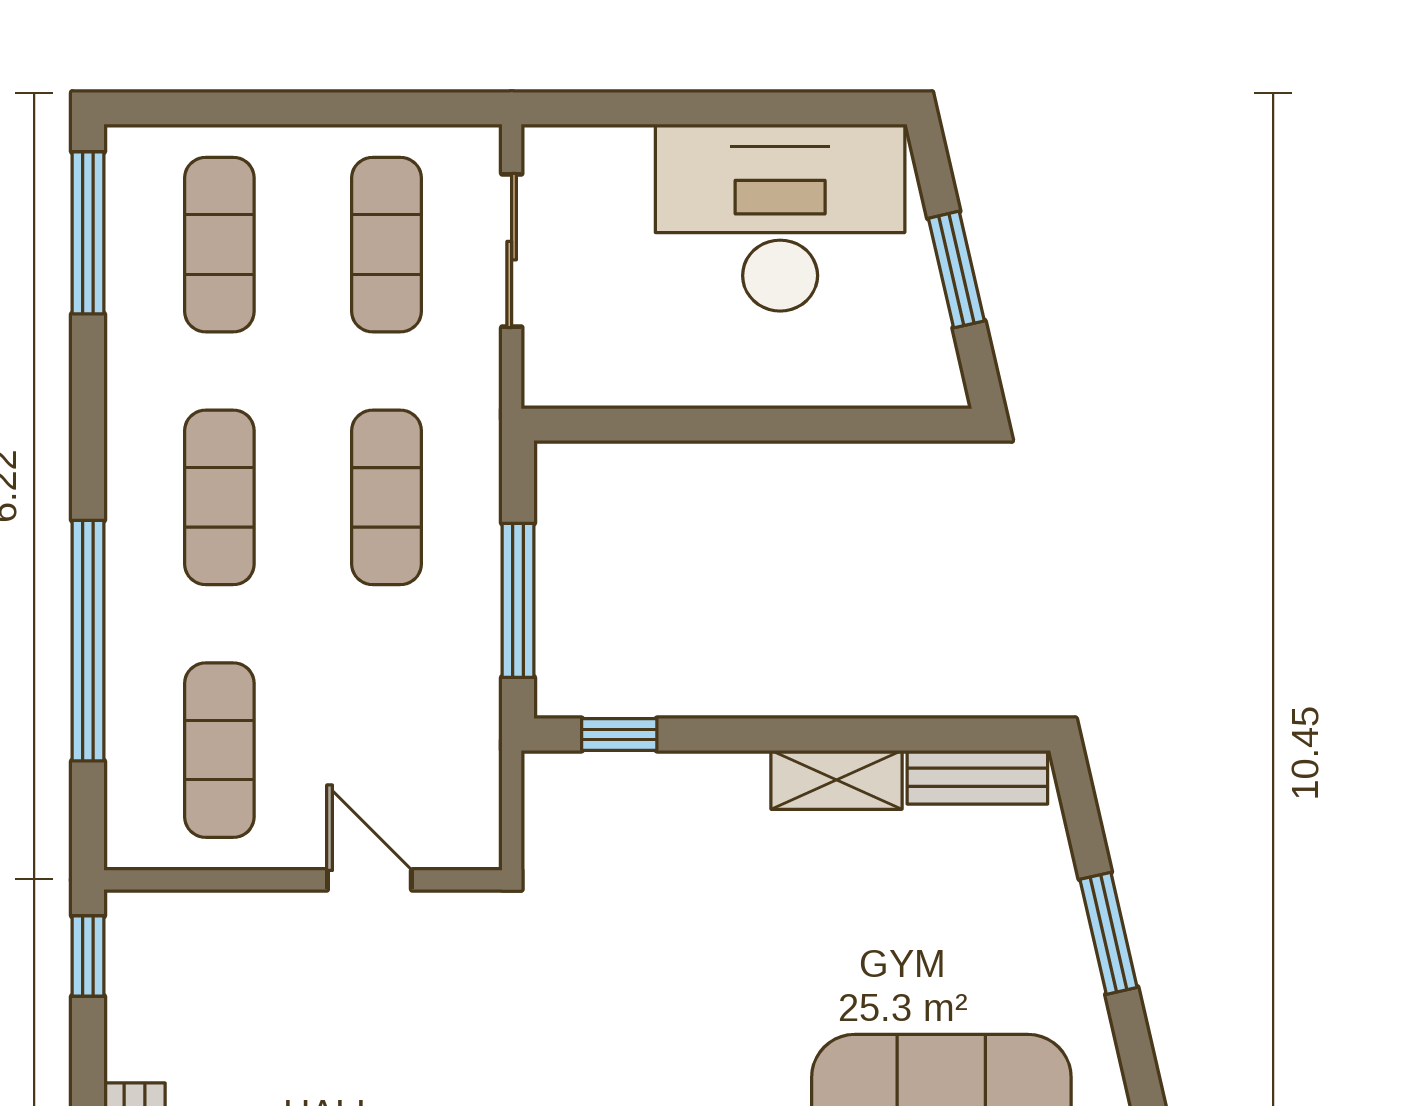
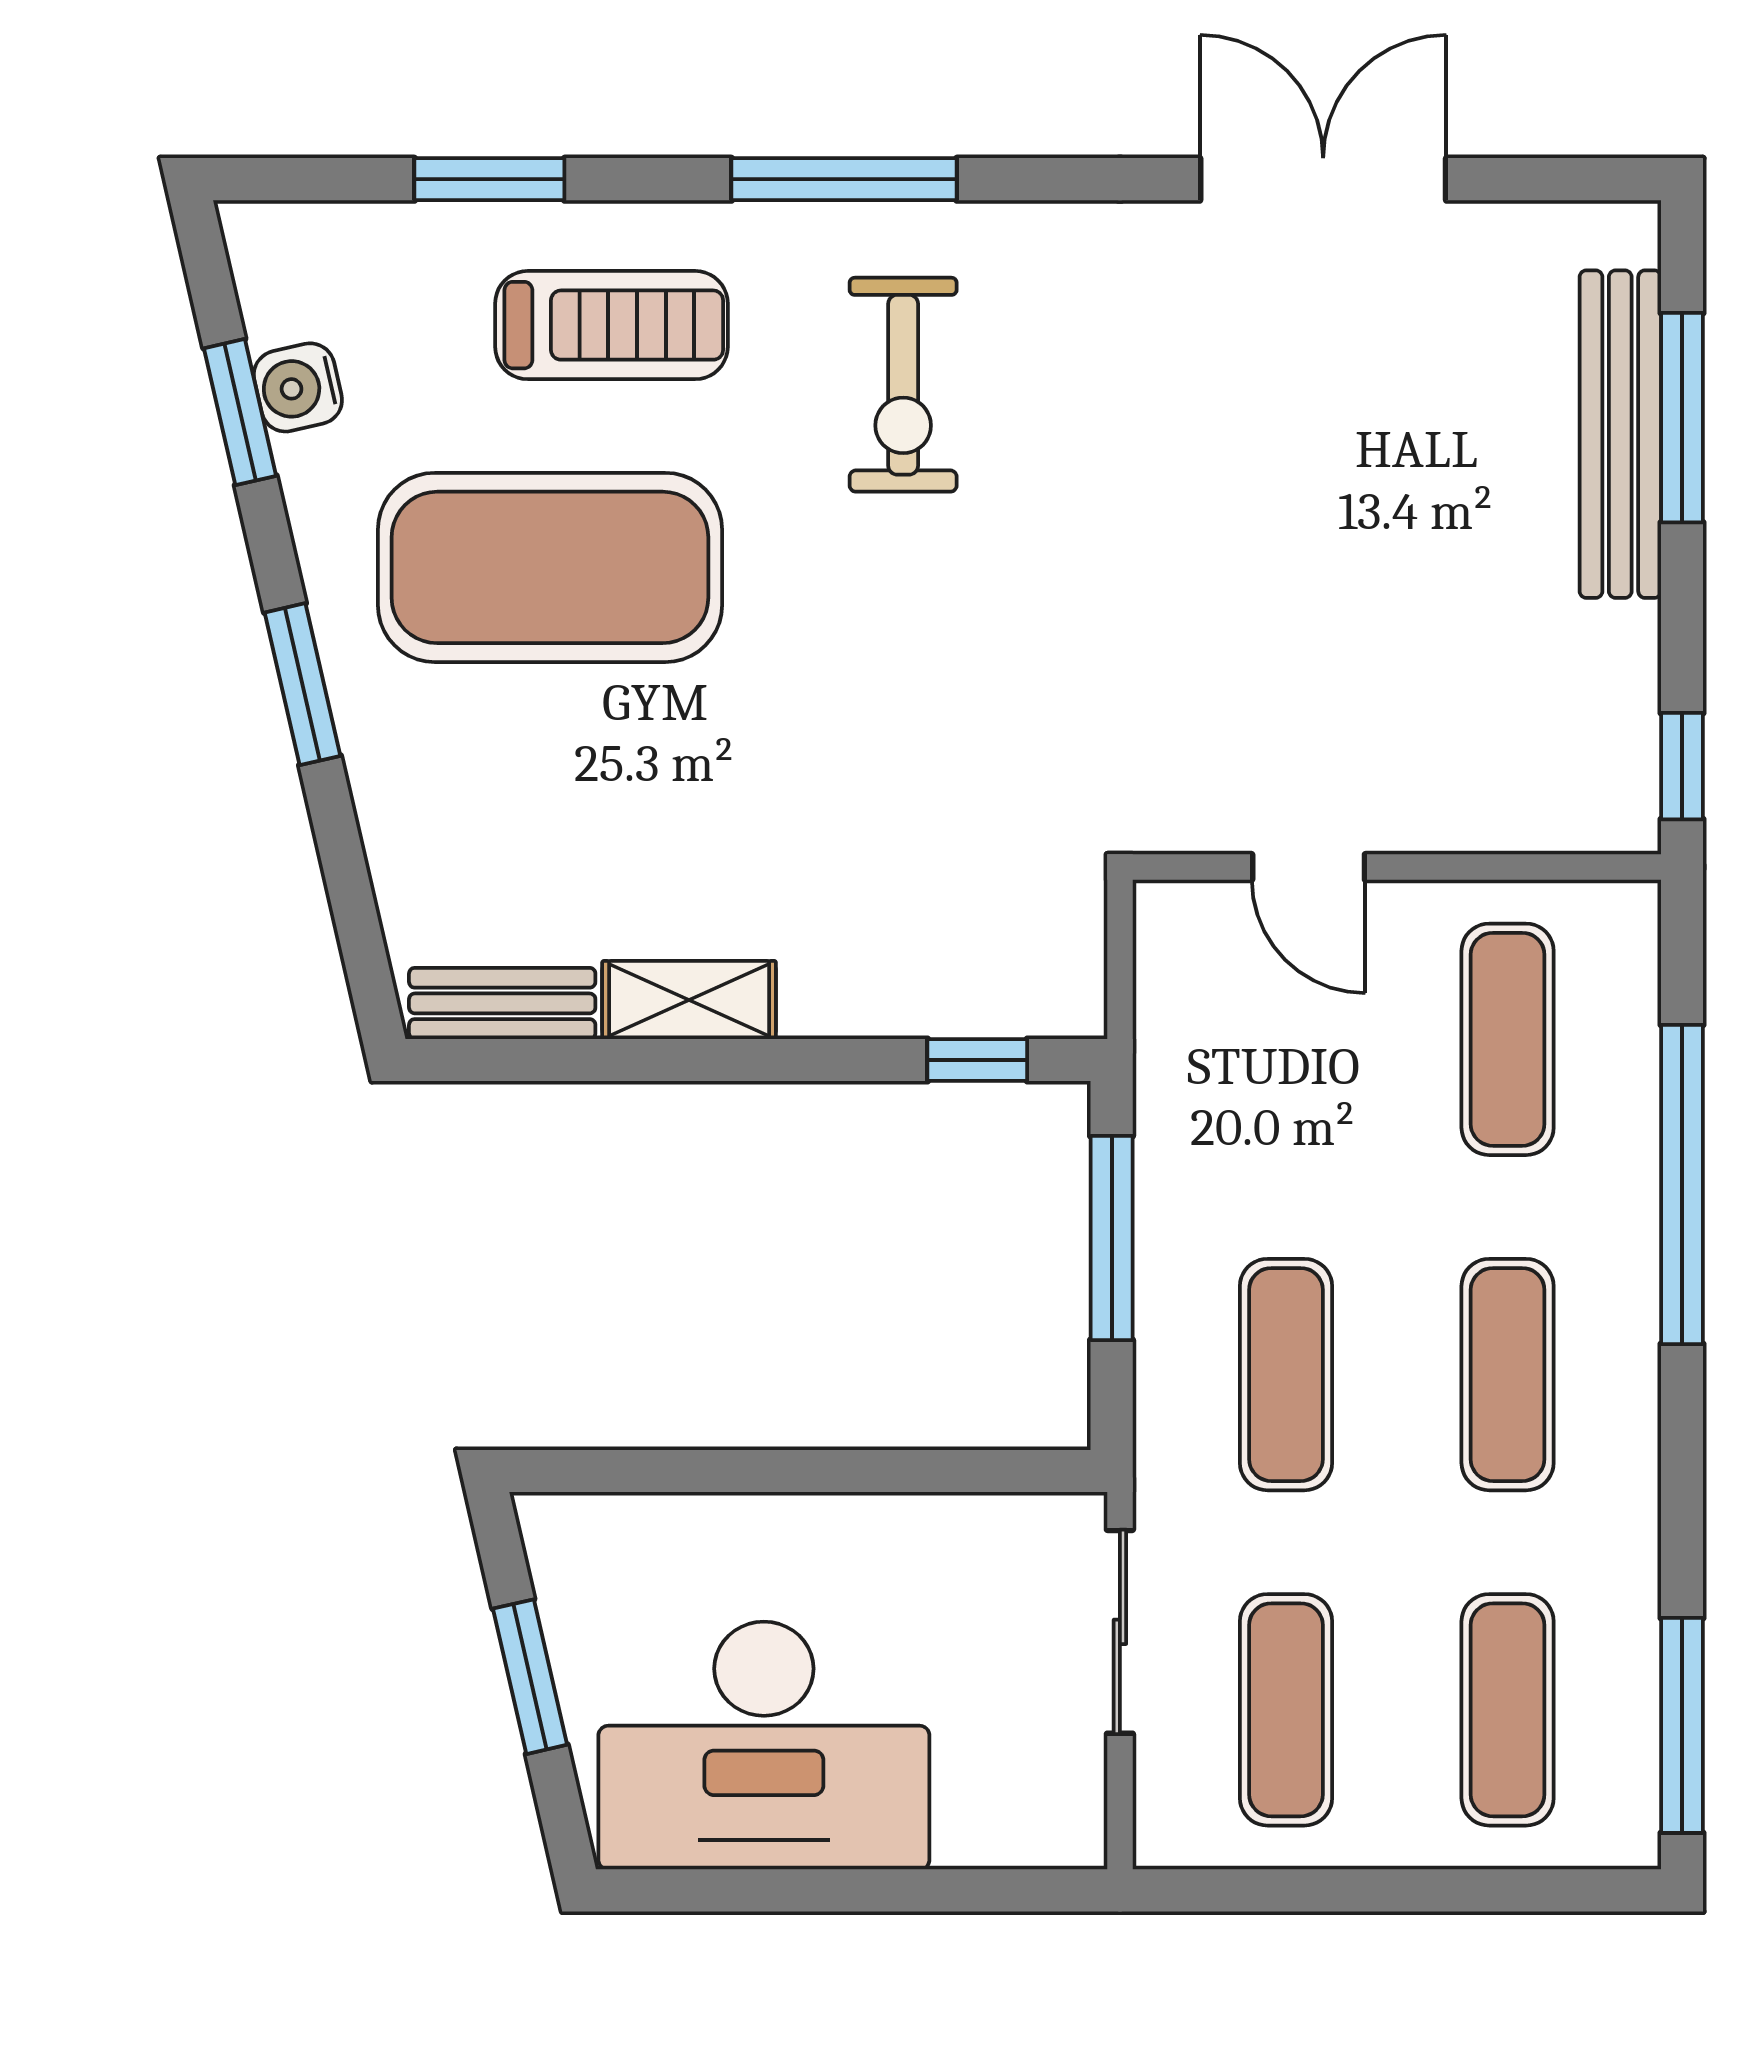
sliding door: (512, 251) -> (1120, 1632), moved
window: (1109, 933) -> (302, 684), moved

